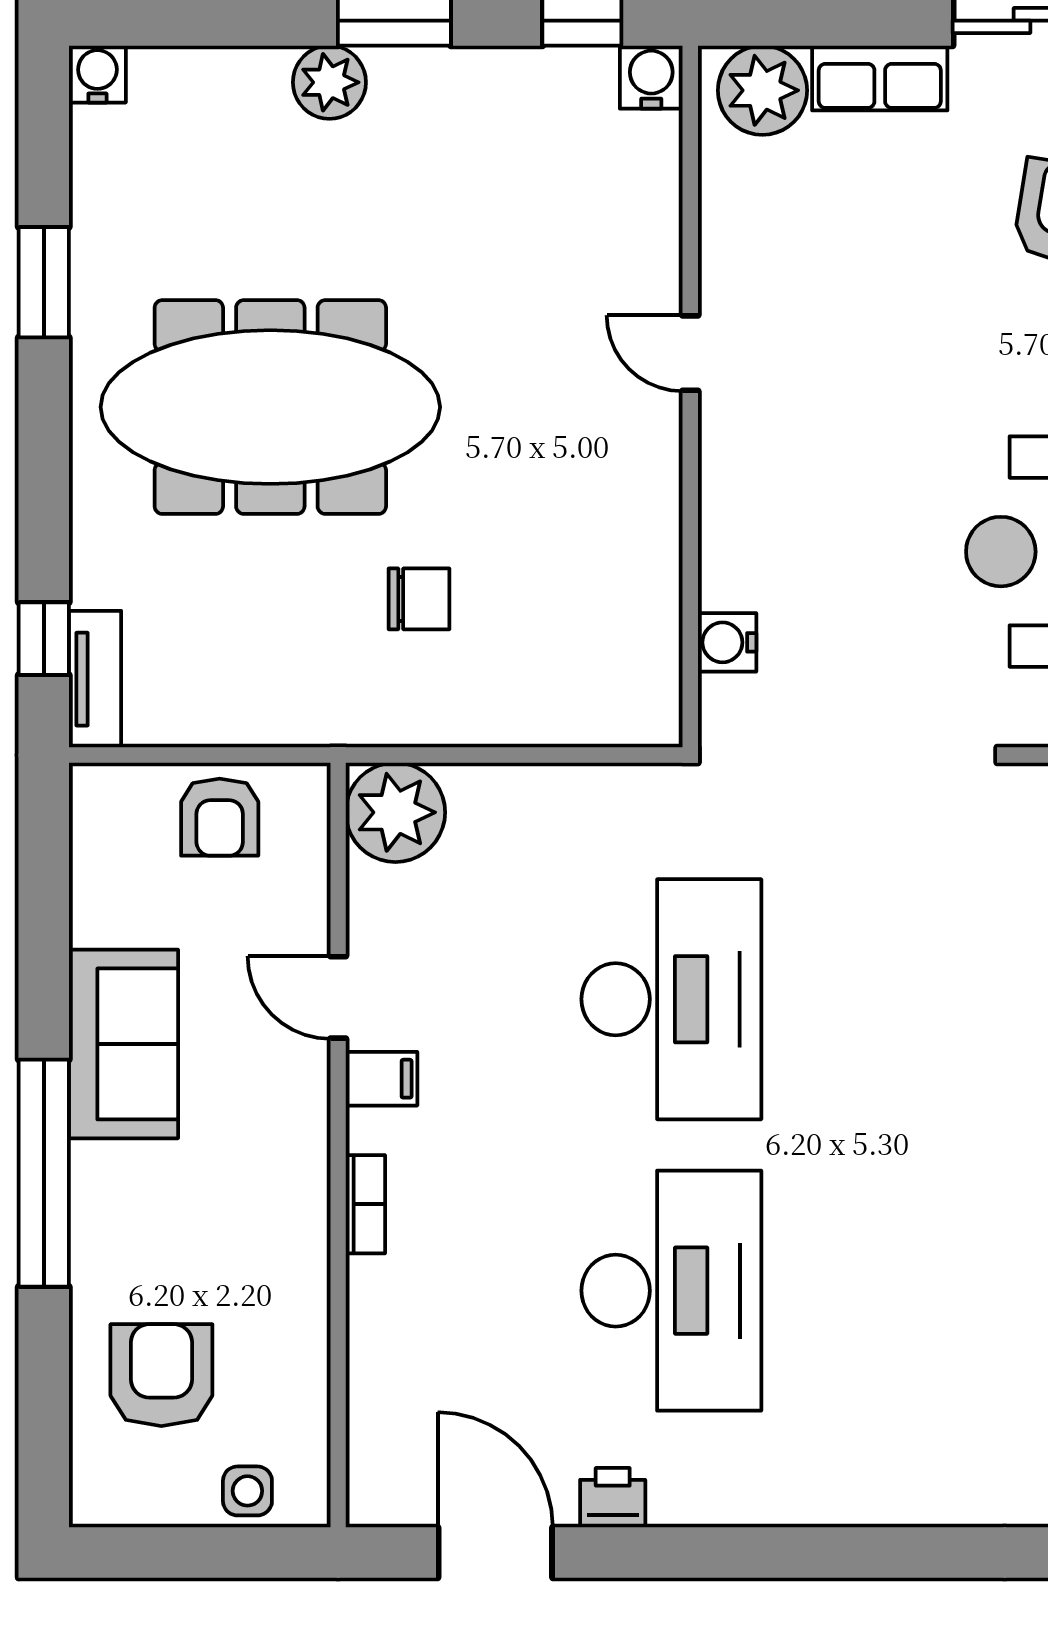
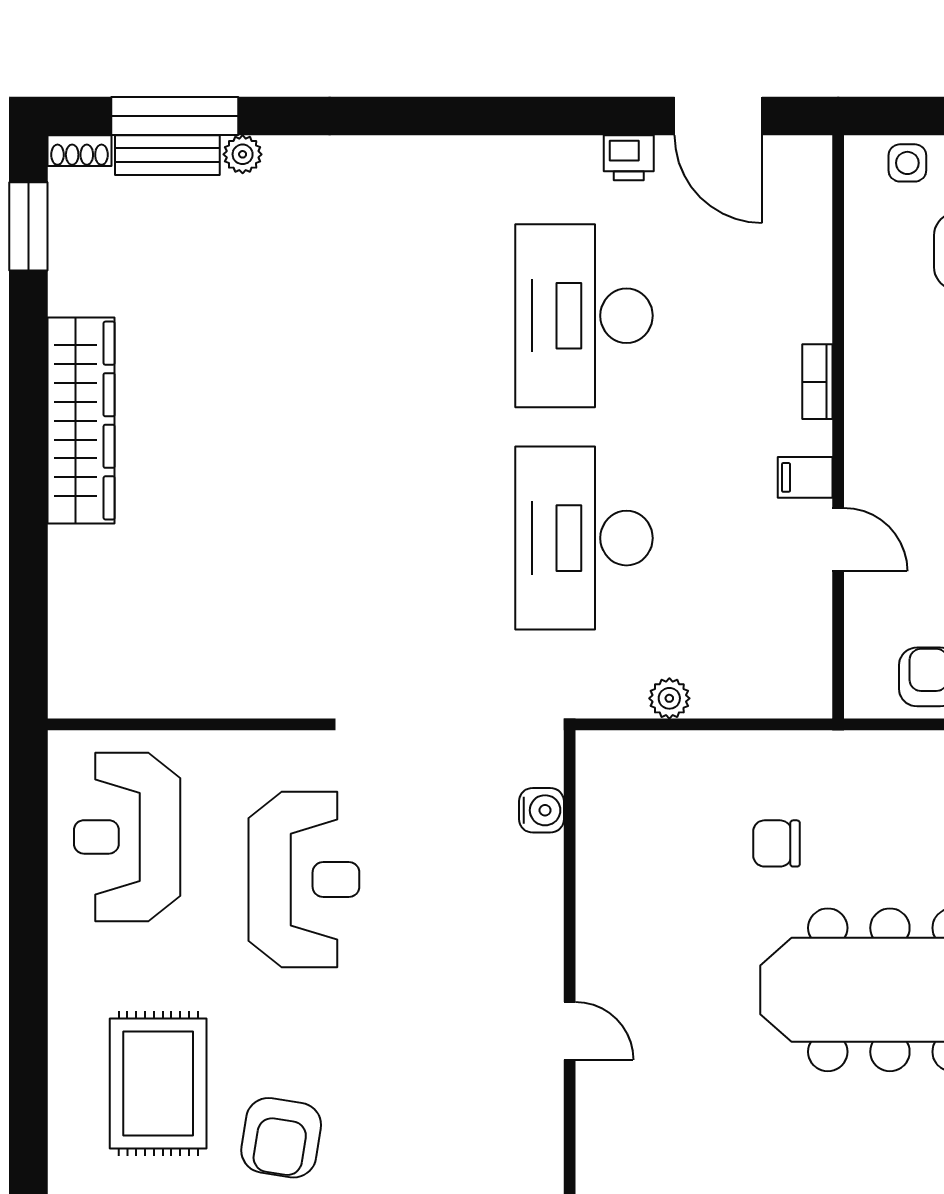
plant: (395, 812) -> (669, 698), moved, width x0.53, depth x0.53

